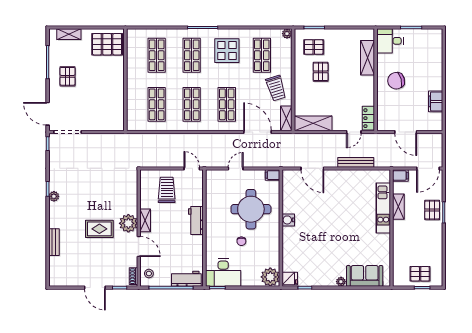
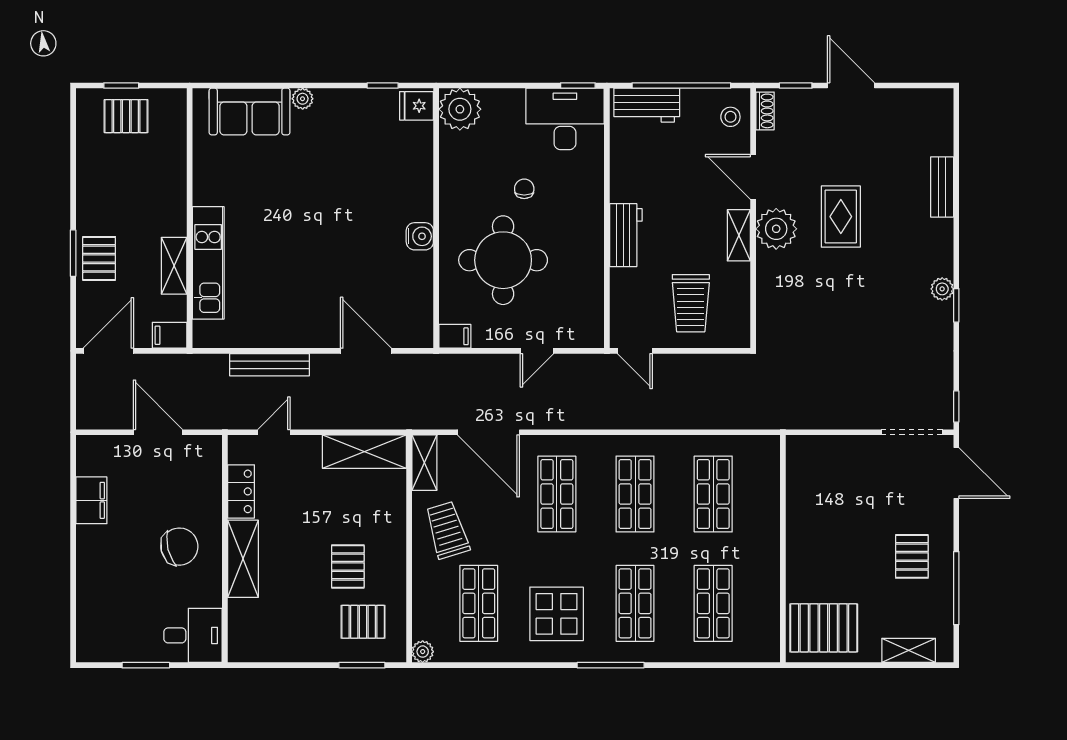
shelving: (368, 58) -> (243, 559), moved
locker: (368, 118) -> (241, 491), moved
rug: (99, 229) -> (841, 217), turned 90

